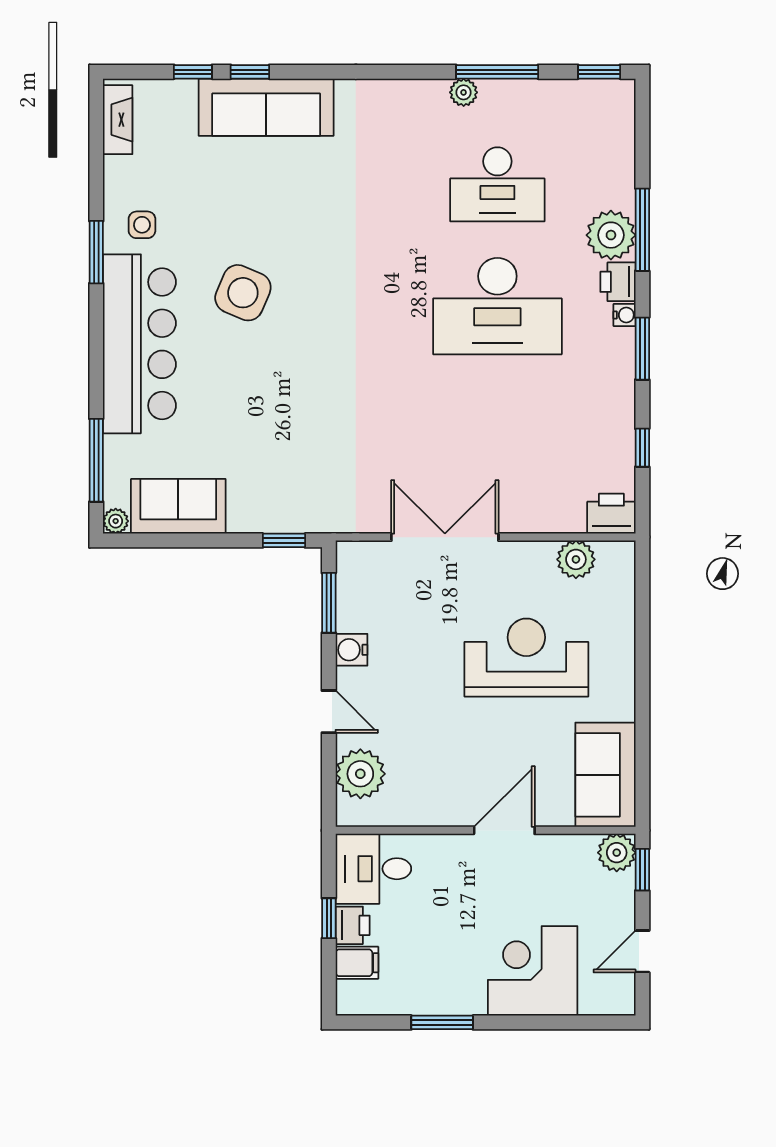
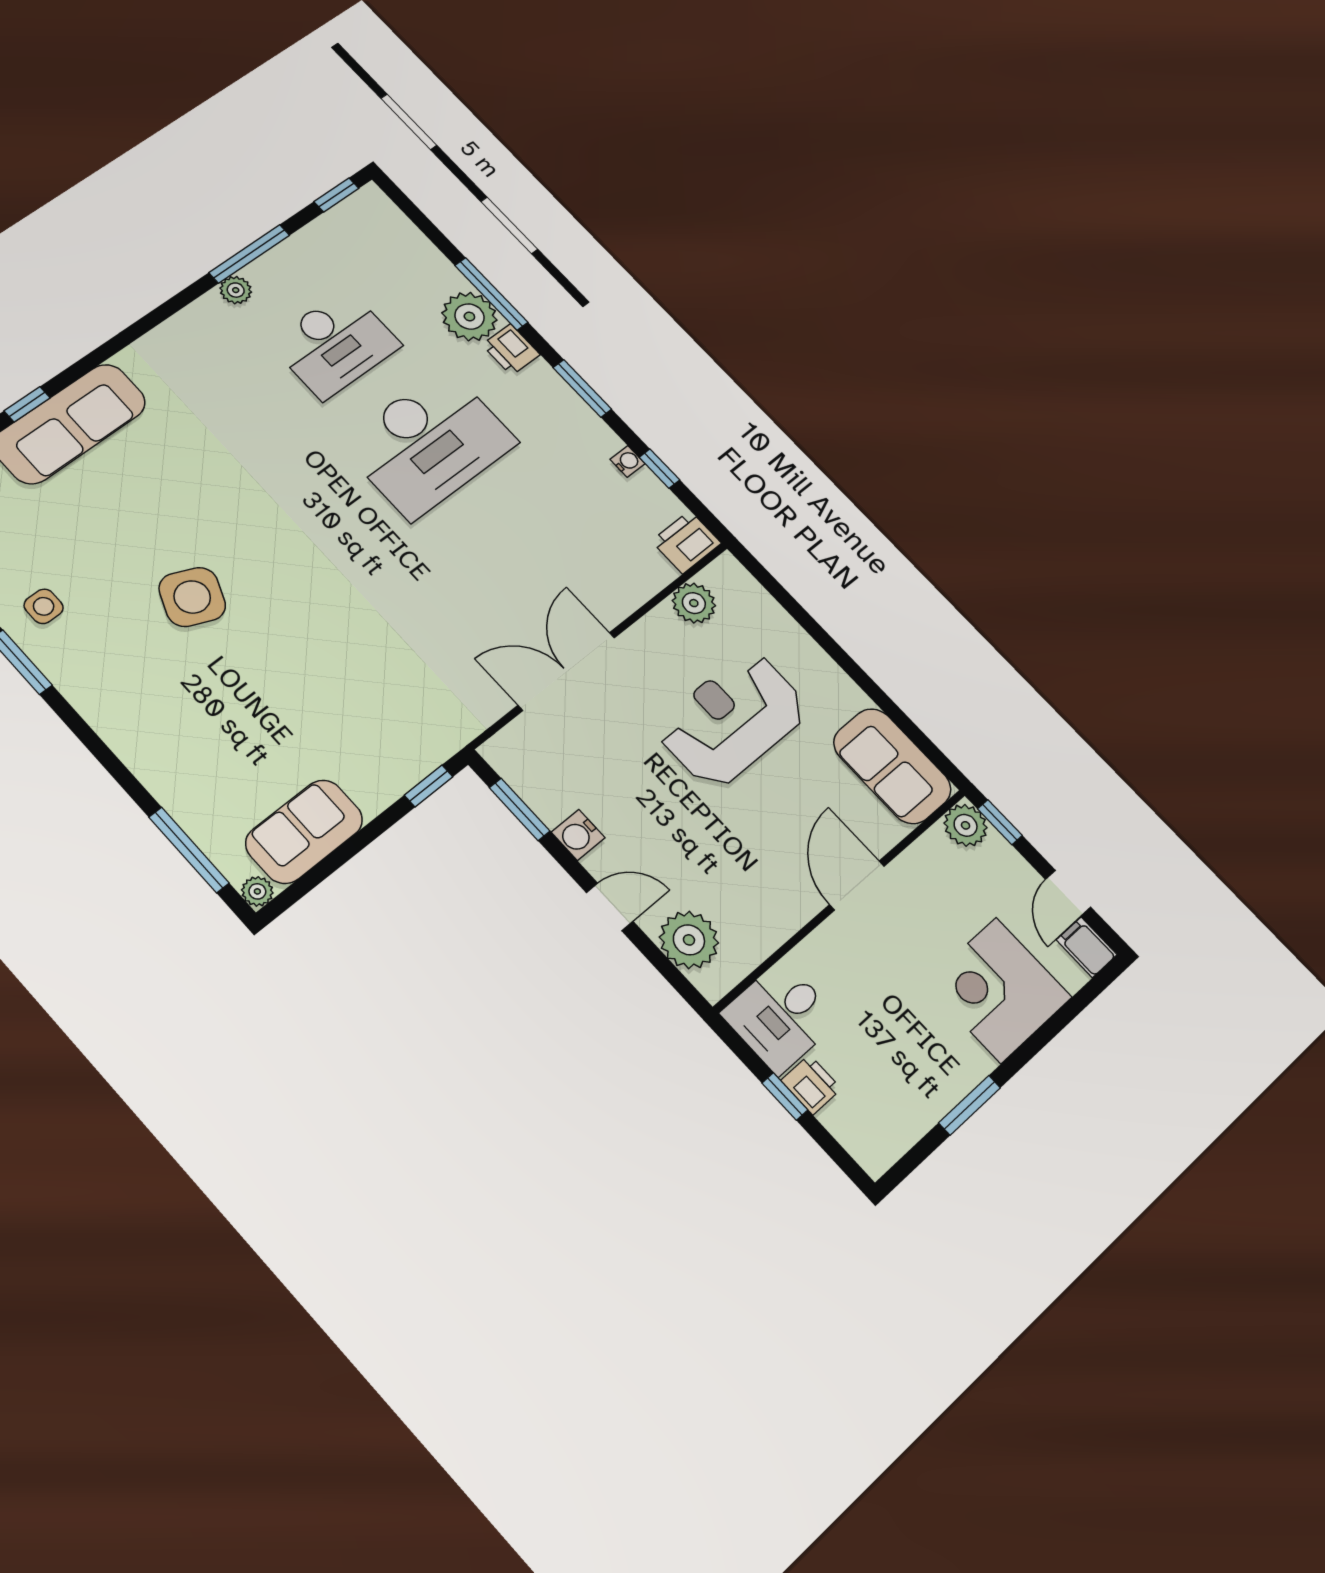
water cooler: (625, 315) -> (628, 462), moved
bar counter: (139, 344) -> (136, 713), removed
filing cabinet: (357, 963) -> (1087, 947), moved, turned -90

